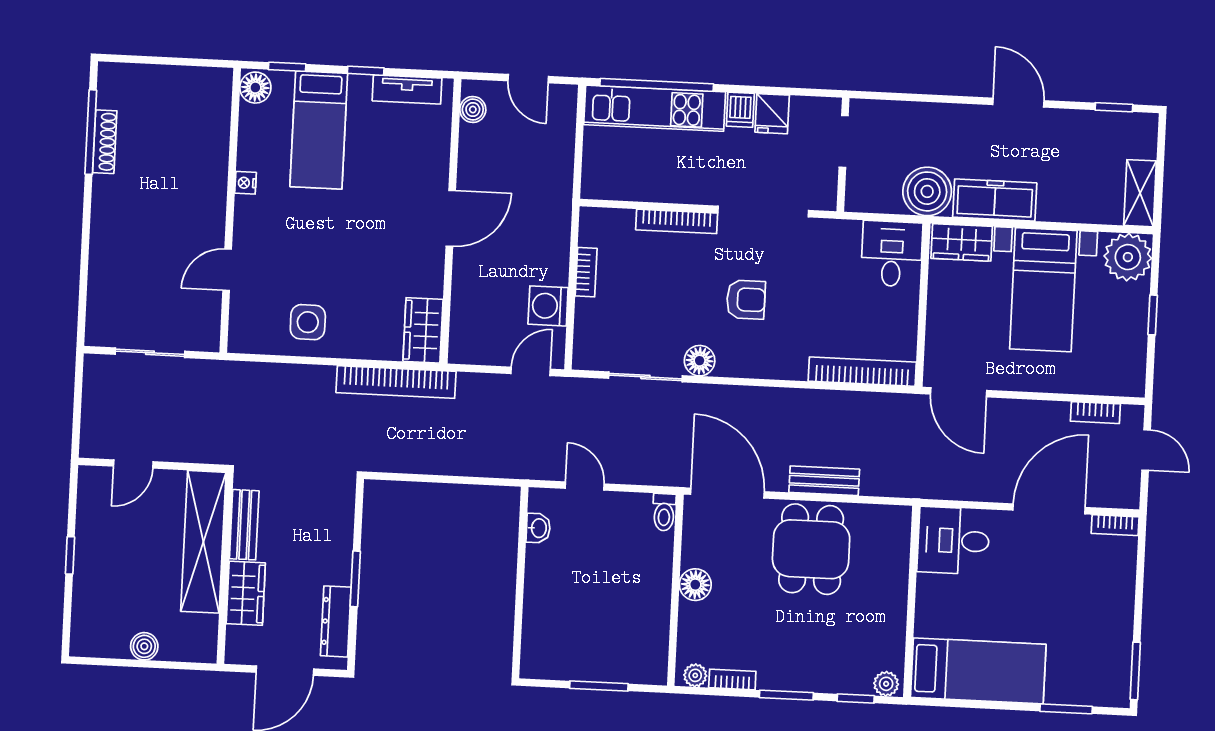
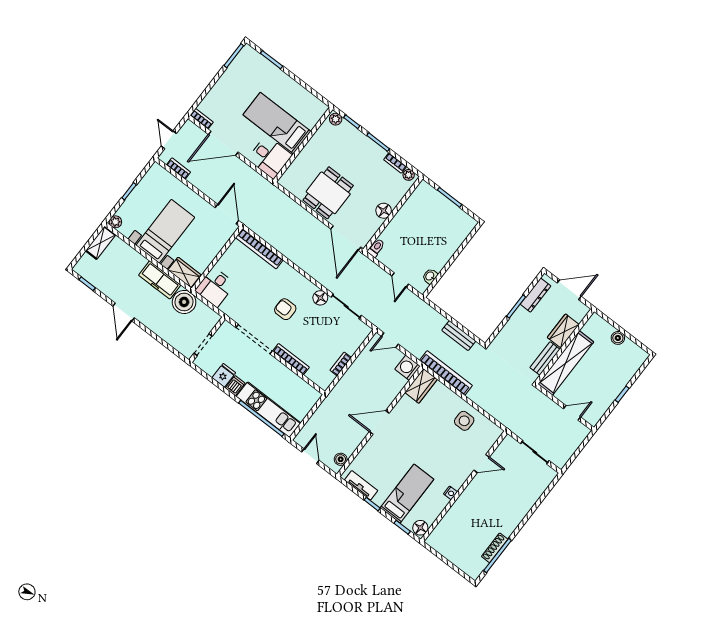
plant: (1128, 257) -> (115, 222), width x0.53, depth x0.53
washing machine: (548, 306) -> (408, 368), moved, turned 180
bench: (824, 481) -> (459, 336), moved
bed: (978, 671) -> (277, 123), moved

